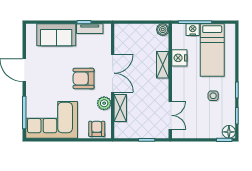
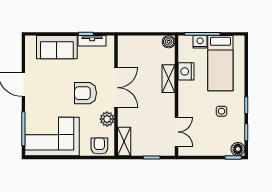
shelving: (120, 108) -> (124, 142), moved

